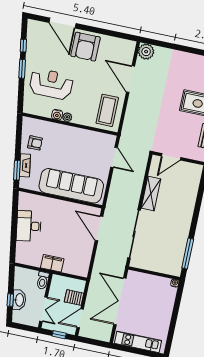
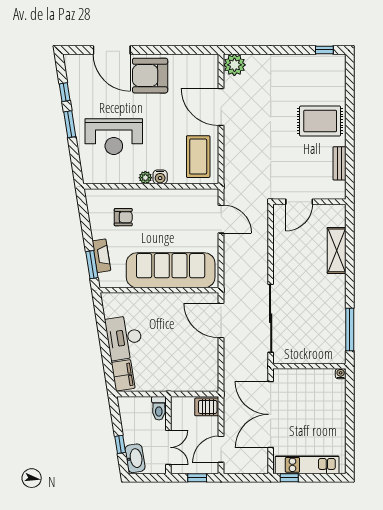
armchair: (85, 47) -> (150, 76), turned 90
reception desk: (51, 84) -> (114, 137), turned 180
water cooler: (57, 115) -> (160, 177), moved
armchair: (35, 143) -> (123, 217), moved
shelving: (151, 194) -> (337, 250), moved
filing cabinet: (52, 263) -> (123, 375), moved, turned 81
server rack: (74, 298) -> (207, 407), moved
washbasin: (19, 300) -> (135, 458), moved
window: (124, 348) -> (289, 478), added

